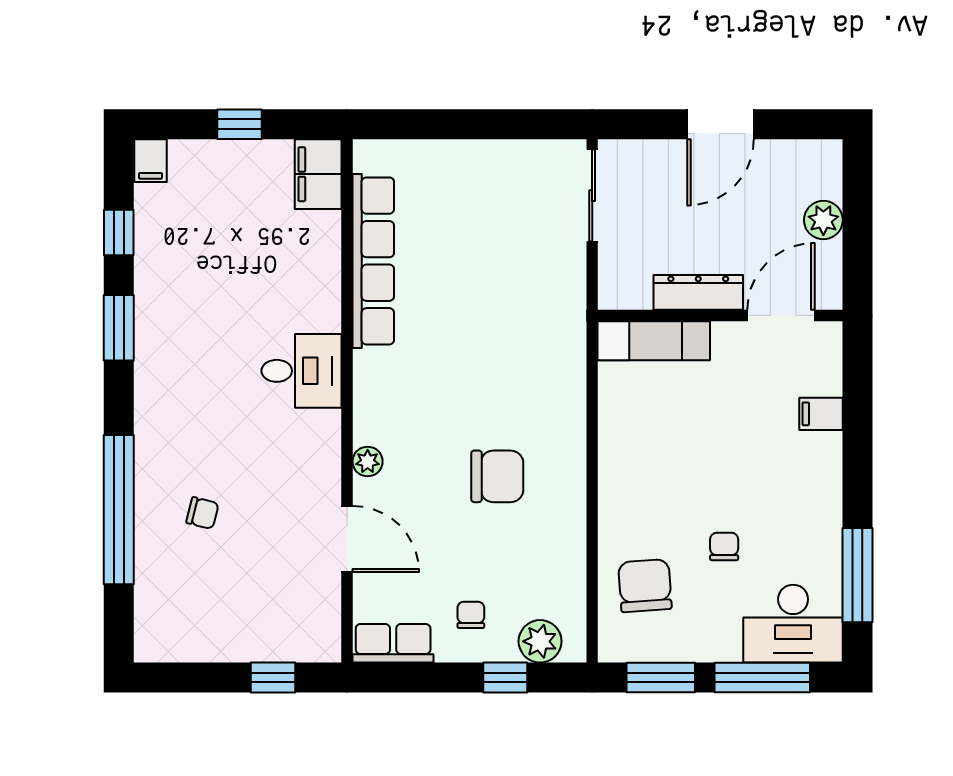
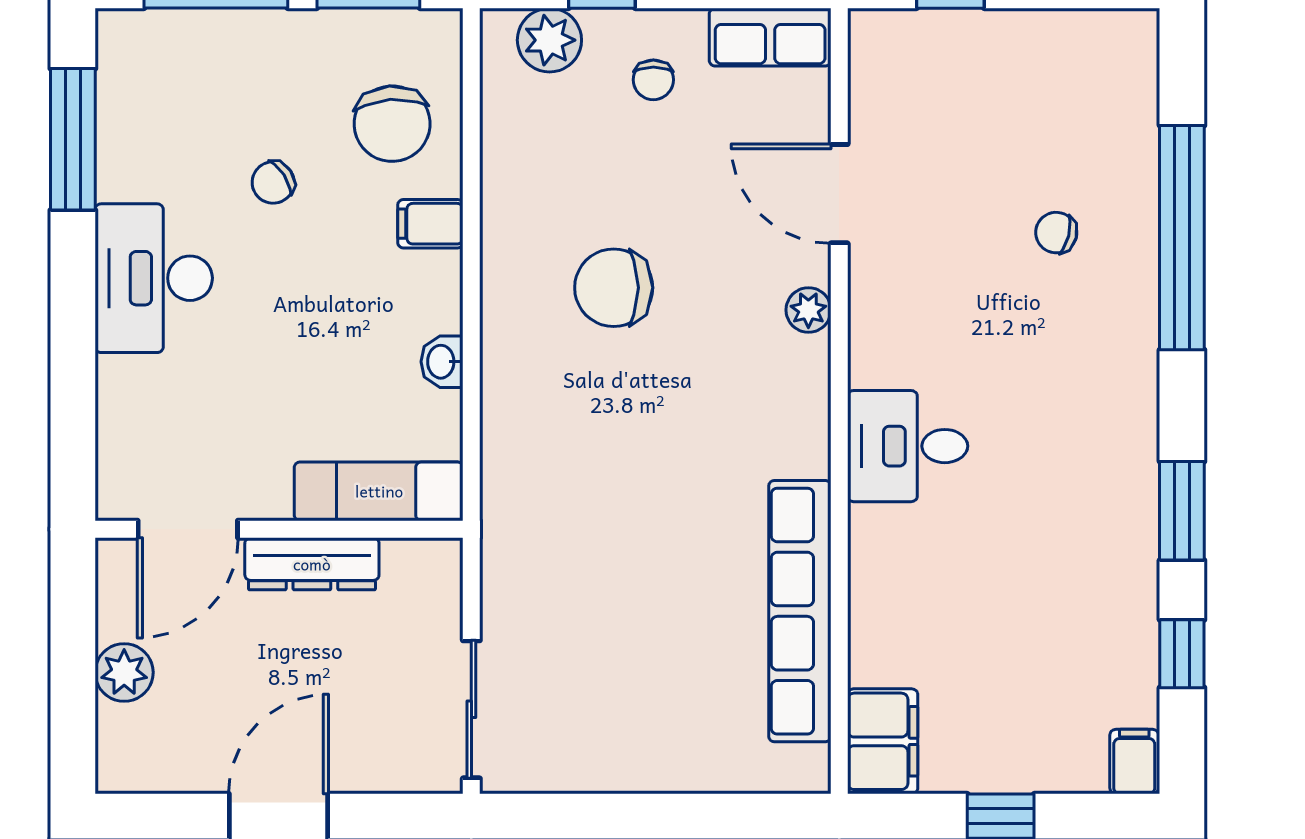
filing cabinet: (821, 414) -> (430, 224), moved, turned 180
washbasin: (612, 427) -> (442, 362), added
chair: (724, 546) -> (273, 182), turned 57
desk: (793, 624) -> (154, 278), moved, turned -90

